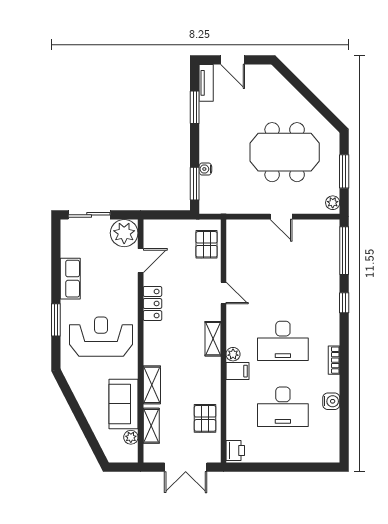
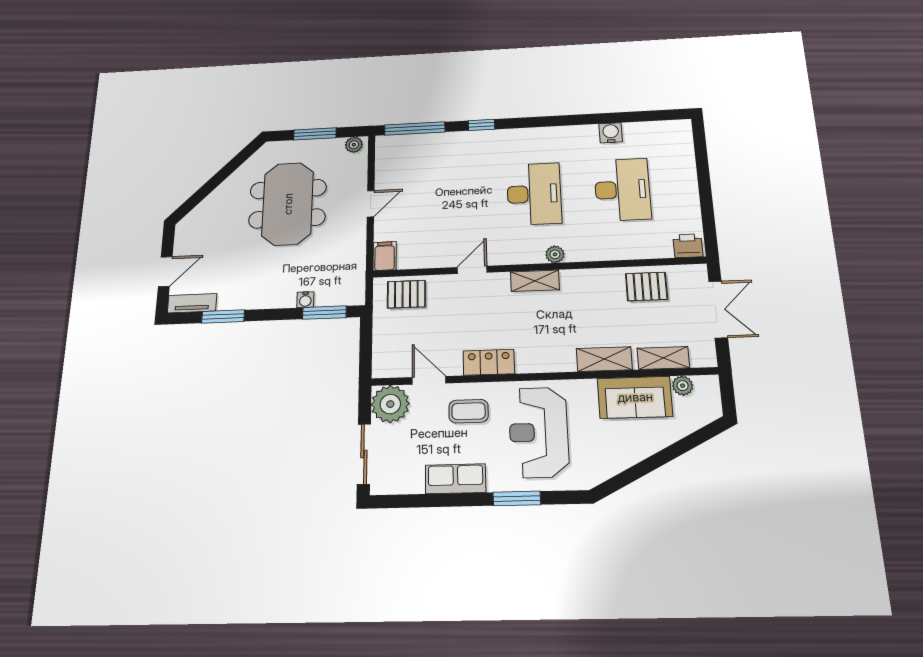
coffee table: (117, 288) -> (469, 411), added
bookcase: (334, 360) -> (556, 133), removed
filing cabinet: (238, 371) -> (385, 256), moved

